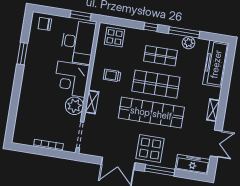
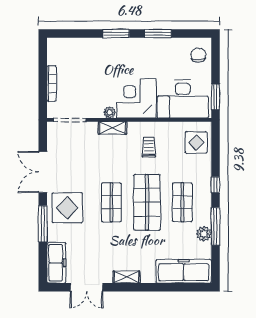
window: (17, 87) -> (116, 34), added
plant: (74, 106) -> (110, 112), width x0.53, depth x0.53
shop shelf: (151, 113) -> (111, 202), width x0.50, depth x0.74

